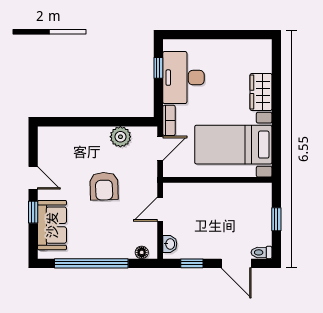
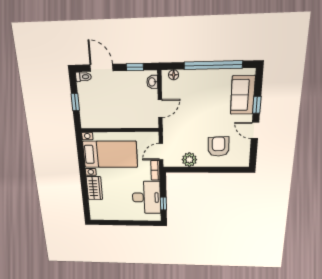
armchair: (104, 186) -> (219, 147), moved

